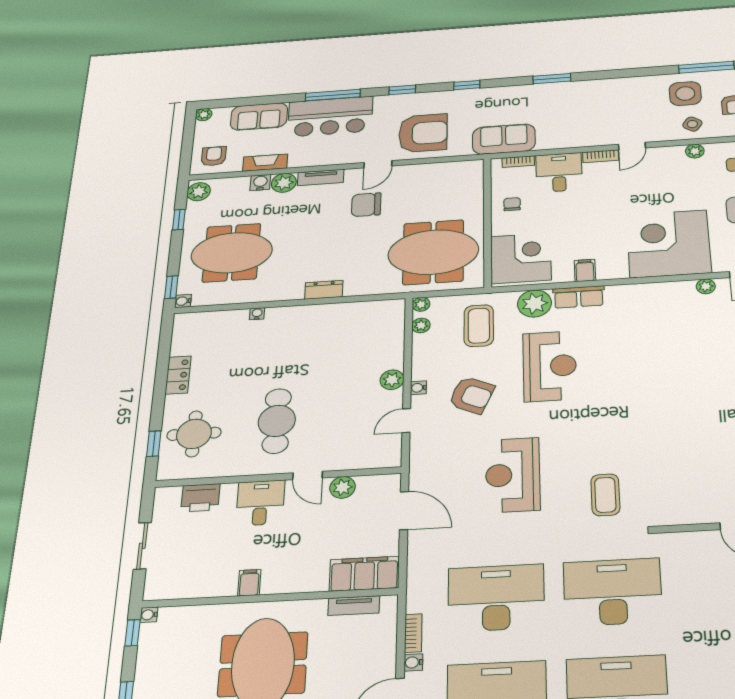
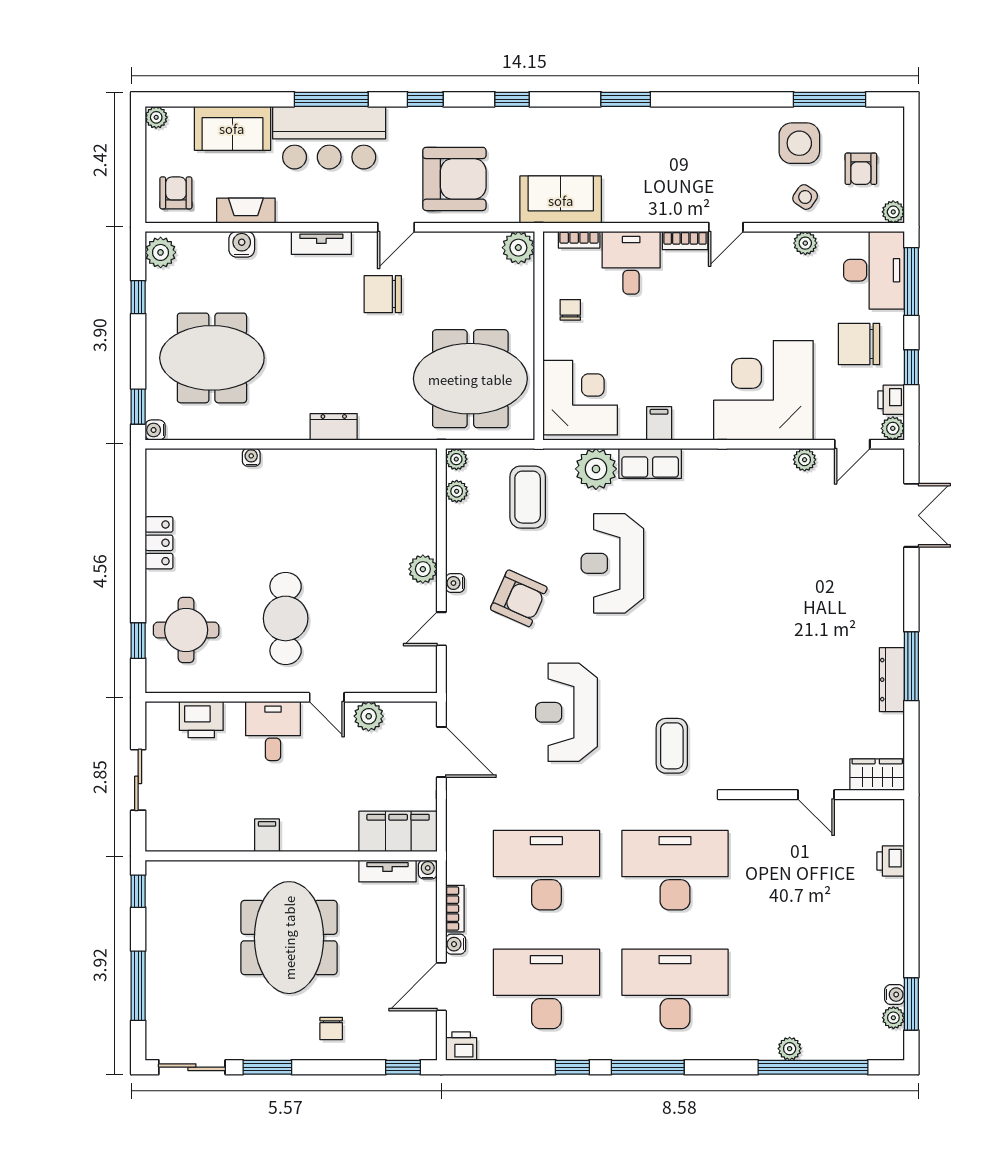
plant: (284, 183) -> (518, 248), moved
reception desk: (550, 366) -> (612, 563), turned 180
water cooler: (149, 615) -> (428, 869), moved, turned 90

